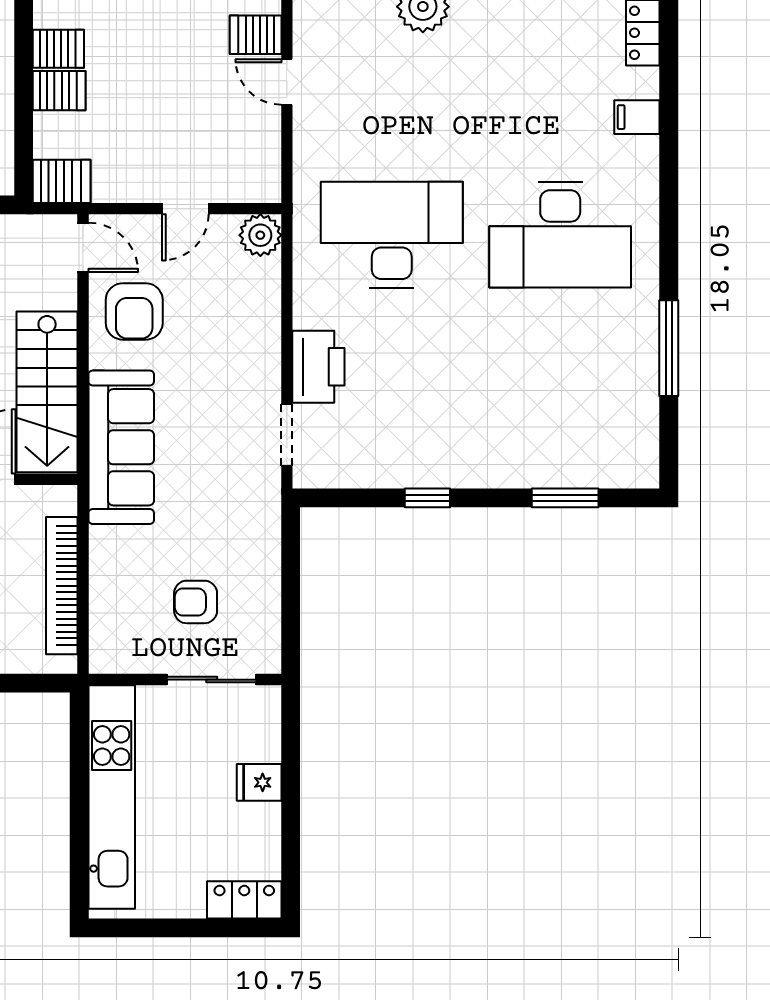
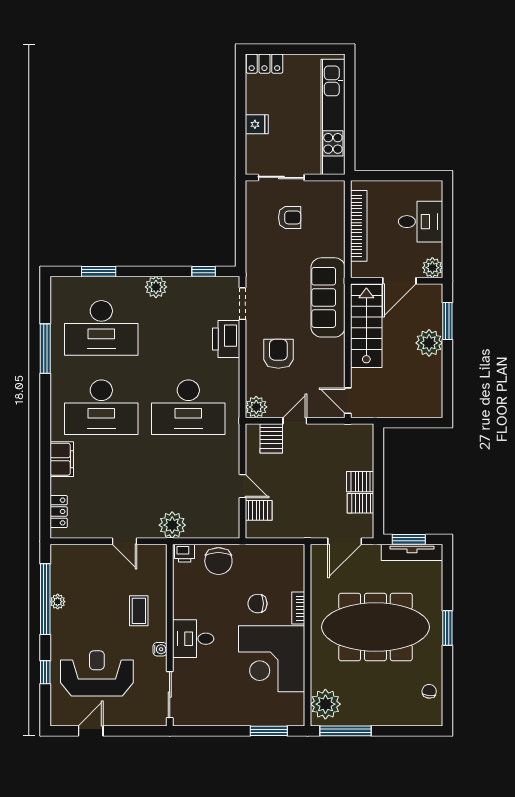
filing cabinet: (637, 117) -> (62, 459), width x2.00
server rack: (62, 181) -> (271, 438), moved, turned -90
desk: (560, 235) -> (101, 407), turned 180
armchair: (134, 311) -> (278, 354), moved
desk: (560, 388) -> (101, 328), added
plant: (454, 467) -> (156, 287), added
window: (427, 498) -> (204, 271), moved

